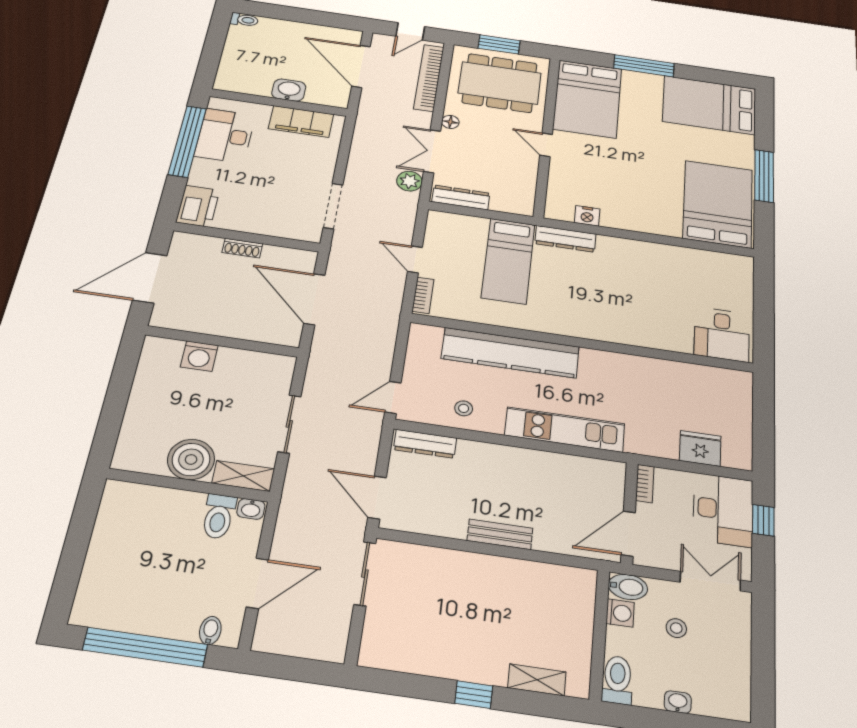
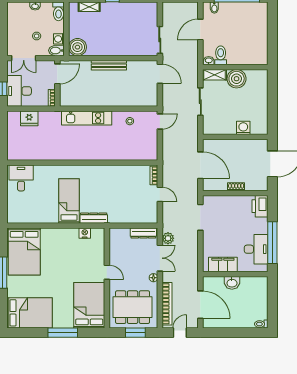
bed: (508, 261) -> (69, 201), moved
kitchen counter: (510, 353) -> (113, 152), removed
dresser: (425, 444) -> (144, 102), removed
bench: (500, 534) -> (109, 65), width x1.36
boiler: (575, 587) -> (77, 47), added

